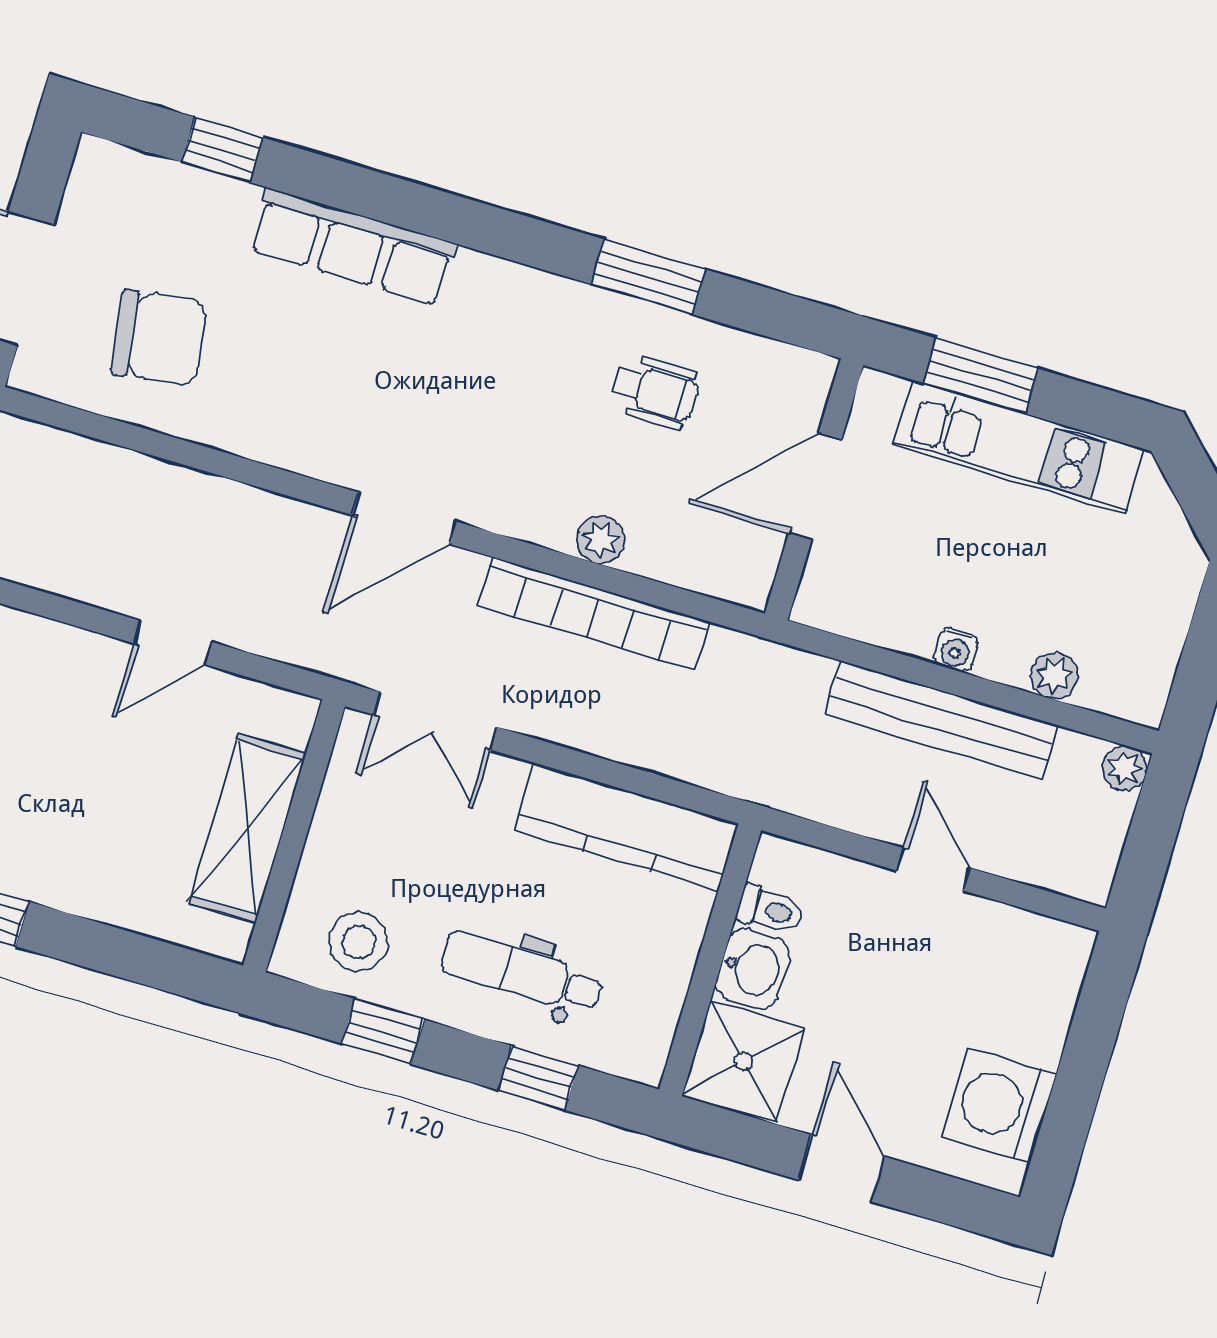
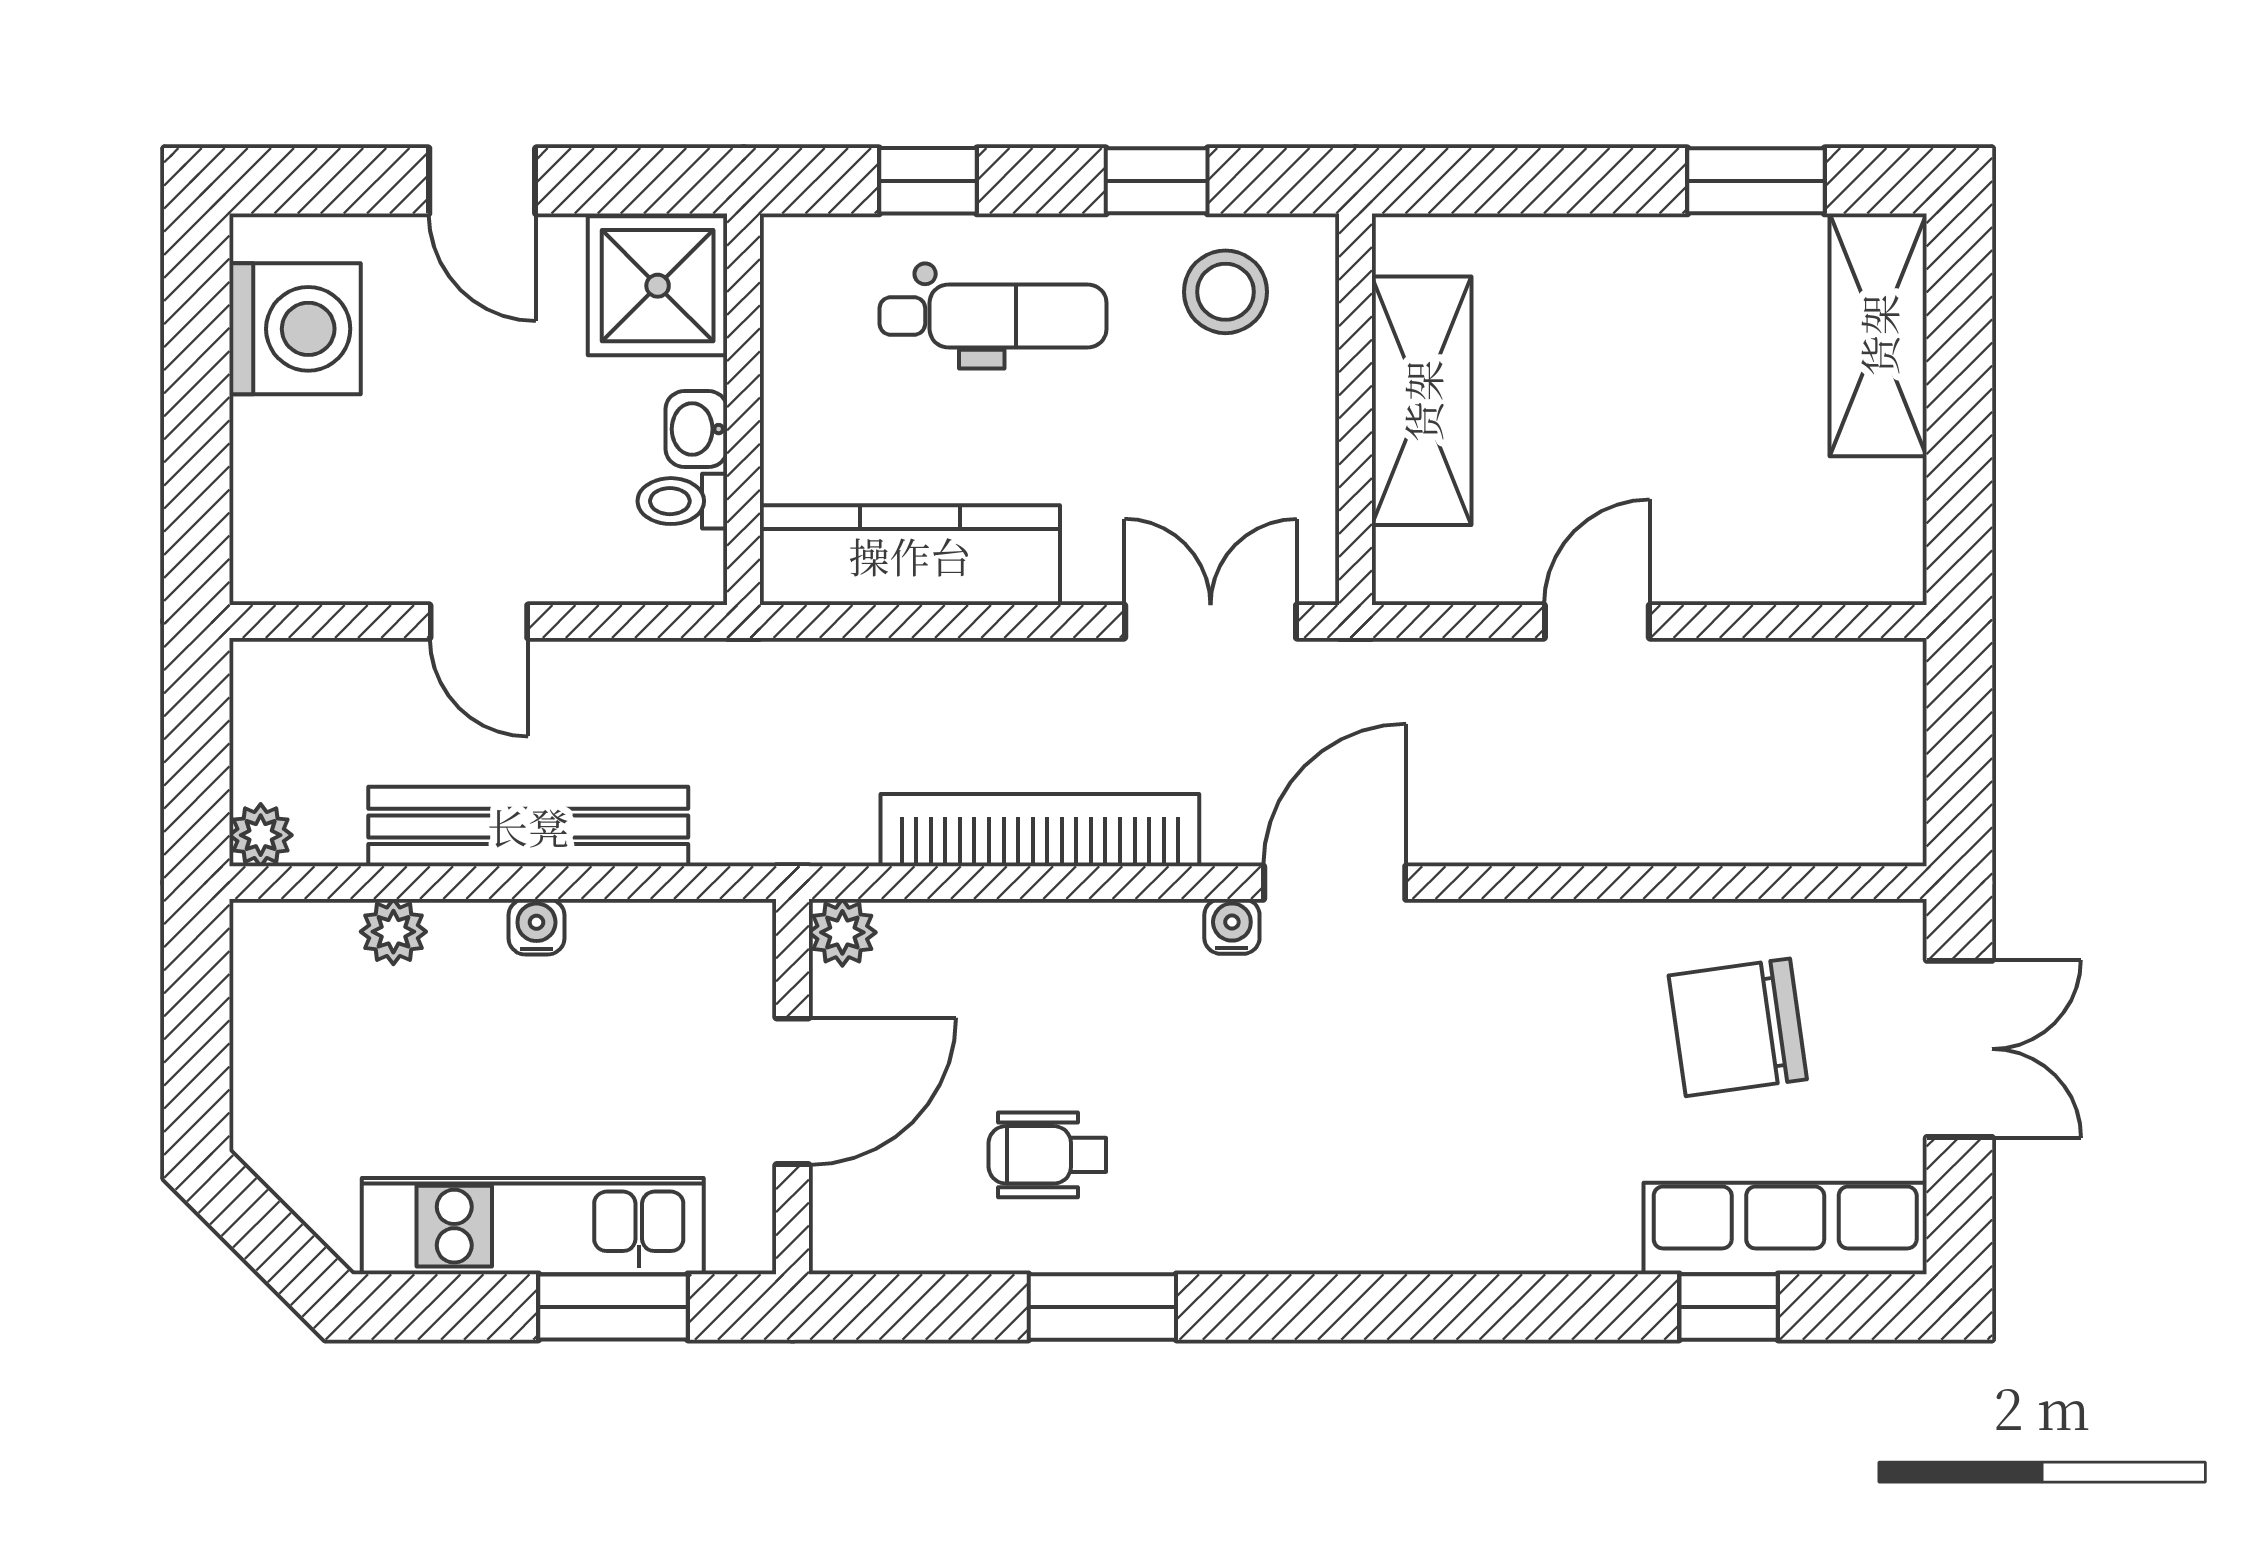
row of seats: (353, 247) -> (1785, 1228), moved
water cooler: (483, 509) -> (1232, 926), added
plant: (601, 540) -> (842, 932), moved
washbasin: (753, 969) -> (696, 429), width x0.72, depth x0.69

